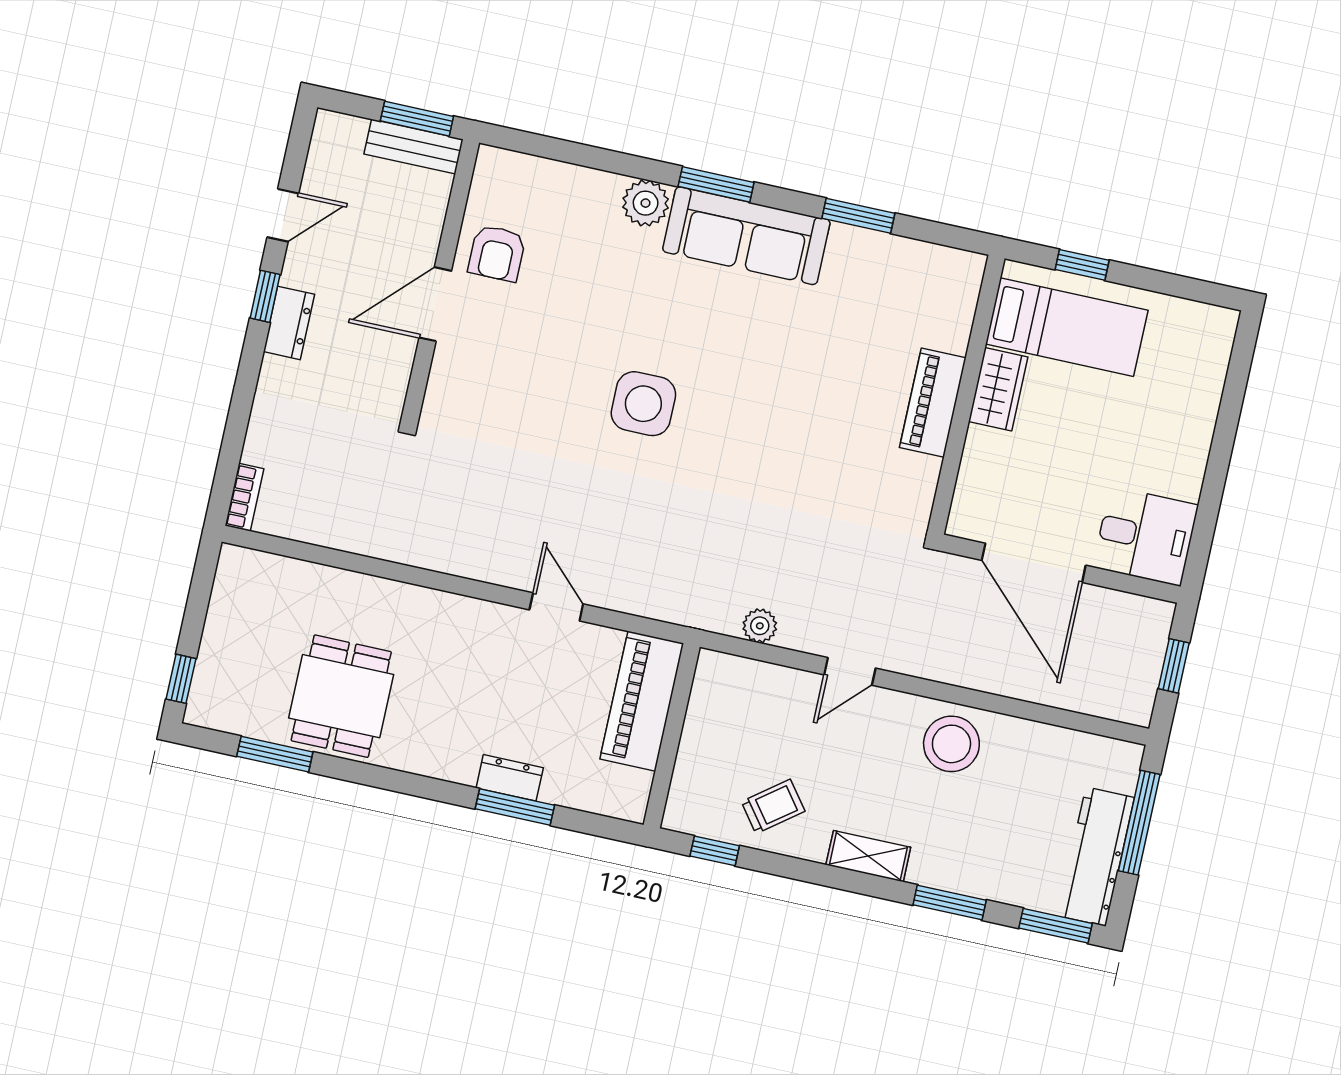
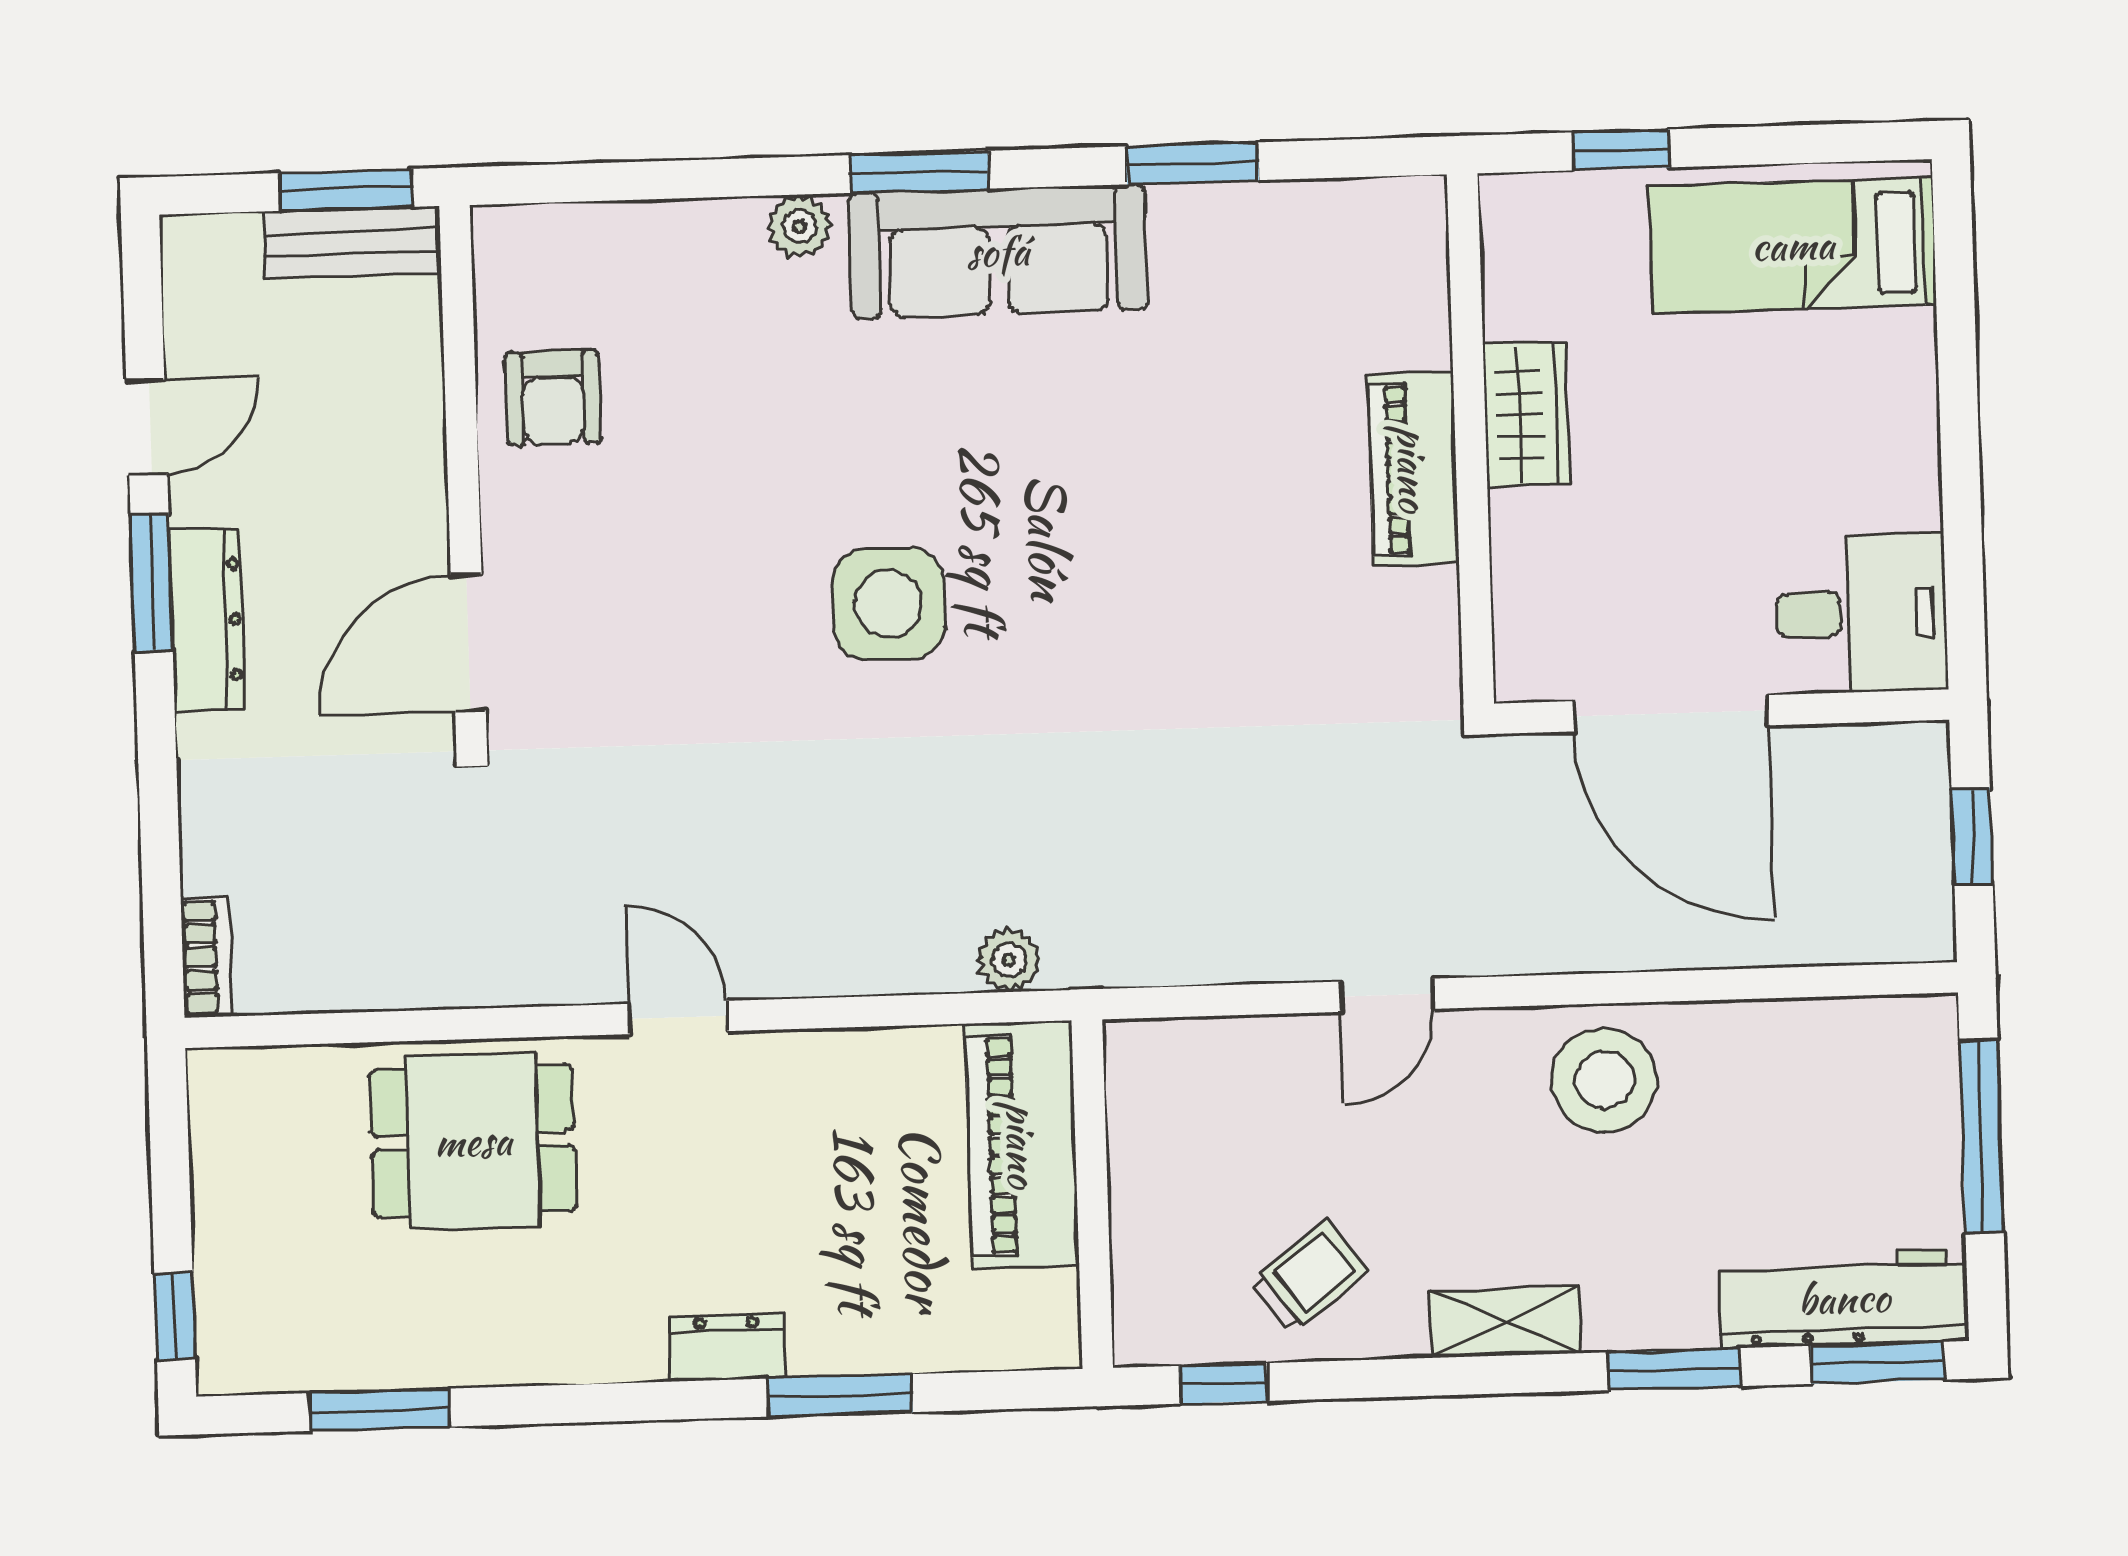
plant: (646, 203) -> (800, 226), width x0.73, depth x0.73
window: (265, 296) -> (152, 582), width x1.50
door: (435, 304) -> (468, 643), moved
dresser: (289, 323) -> (207, 620), width x1.44
bed: (1067, 327) -> (1793, 245), moved, turned 180
door: (556, 607) -> (678, 1017), moved
plant: (760, 626) -> (1009, 960), moved
dining table: (341, 696) -> (473, 1141), moved, turned 90
dresser: (510, 778) -> (727, 1348), moved
workbench: (1096, 857) -> (1844, 1298), moved, turned 90

